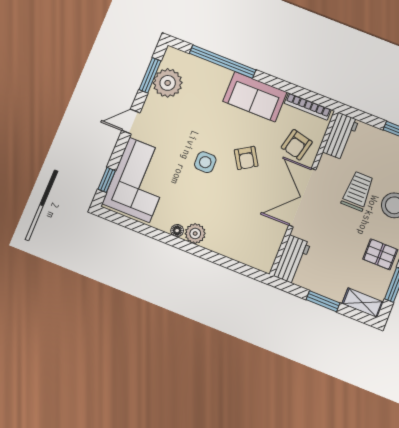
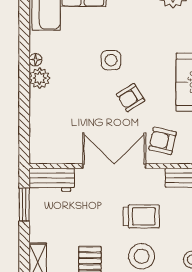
window: (323, 301) -> (24, 204), moved

